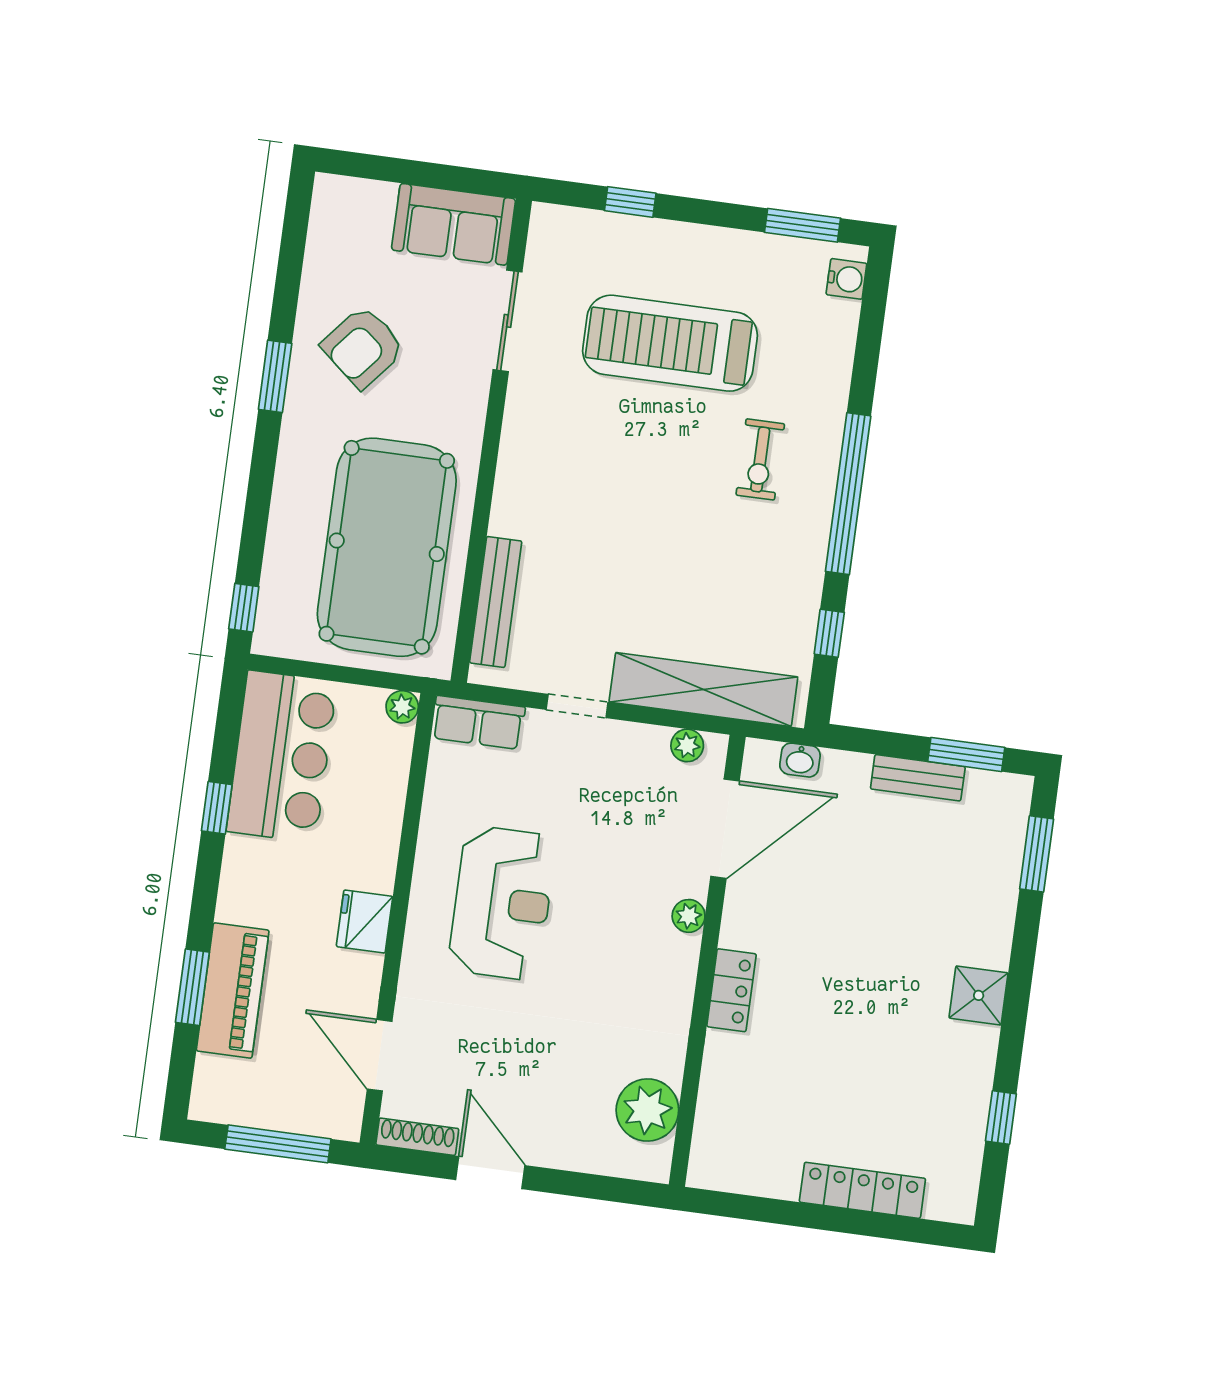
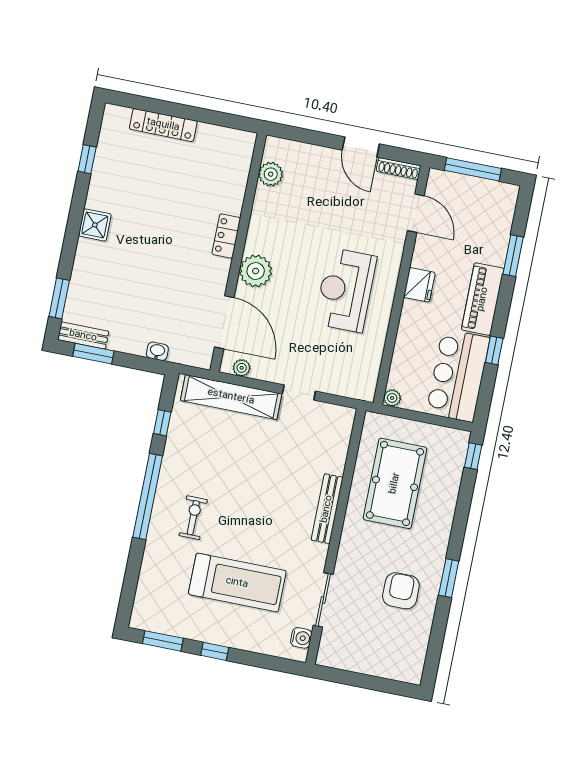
window: (630, 202) -> (215, 651), moved
sofa: (454, 224) -> (349, 653), removed
water cooler: (846, 279) -> (301, 638), moved, turned 180
armchair: (363, 347) -> (401, 591), turned -40
pool table: (387, 547) -> (395, 483), width x0.73, depth x0.76
bench: (496, 602) -> (327, 509), moved
row of seats: (478, 722) -> (352, 387), removed
washbasin: (800, 760) -> (157, 351), moved
bench: (918, 778) -> (83, 336), moved
door: (725, 829) -> (224, 322), swing flipped
plant: (689, 916) -> (256, 271), width x1.87, depth x1.87
piano: (233, 991) -> (483, 299), moved
plant: (647, 1110) -> (271, 174), width x0.73, depth x0.73

